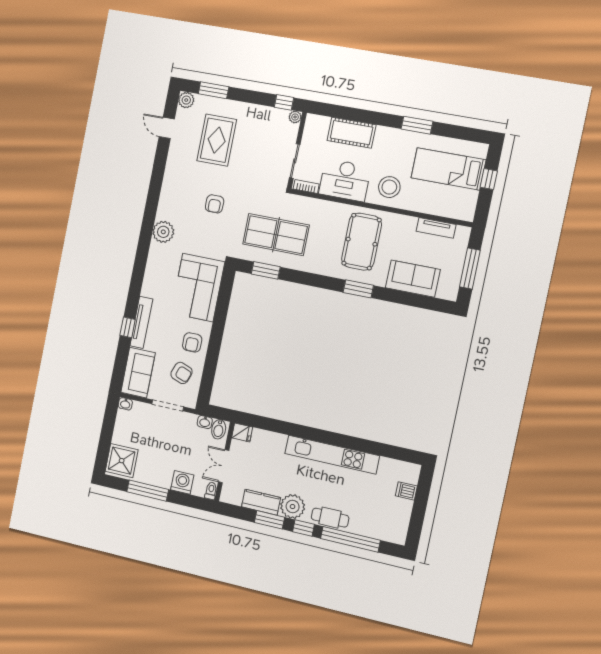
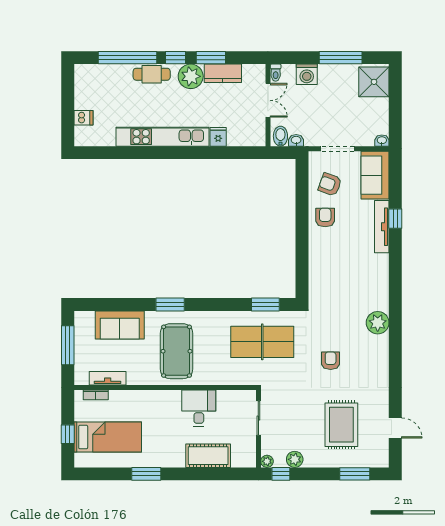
plant: (186, 100) -> (295, 459), moved
desk: (345, 180) -> (199, 408), width x0.73
bookcase: (306, 187) -> (96, 395), moved
stool: (389, 187) -> (160, 409), removed
corner sofa: (198, 288) -> (331, 274), removed
fridge: (242, 432) -> (218, 137), moved, turned 90

